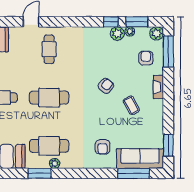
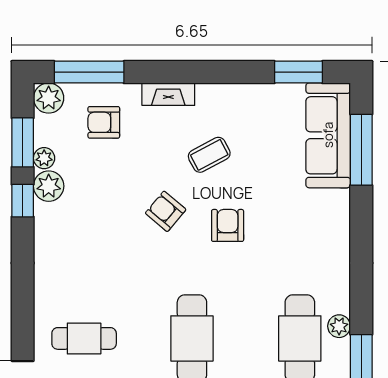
armchair: (103, 147) -> (228, 225), moved, turned -90

